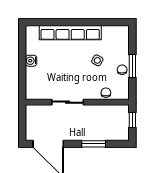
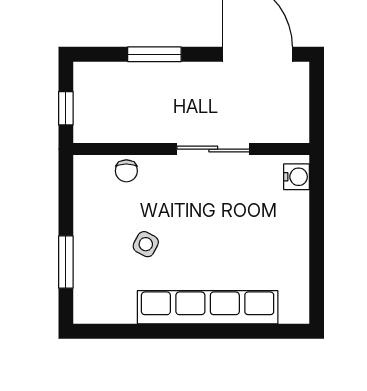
water cooler: (31, 61) -> (297, 177), moved
window: (132, 66) -> (66, 262), moved
chair: (122, 70) -> (89, 223), removed

